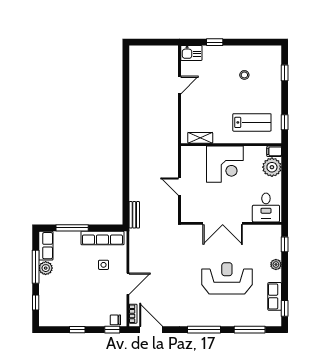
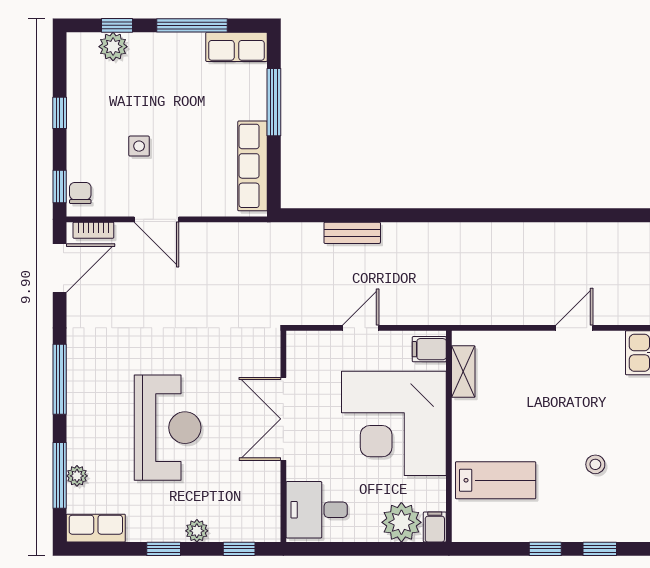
door: (179, 85) -> (574, 328), swing flipped
lab bench: (252, 122) -> (496, 480), turned -90
window: (285, 122) -> (545, 549), moved
filing cabinet: (190, 154) -> (429, 349), added
corner desk: (225, 164) -> (394, 423), width x1.36, depth x1.36
bench: (134, 215) -> (352, 233), moved
side table: (104, 265) -> (139, 146), moved
plant: (46, 268) -> (113, 47), moved
row of seats: (275, 296) -> (96, 528), moved
window: (285, 308) -> (164, 549), moved
plant: (250, 321) -> (77, 476), added

